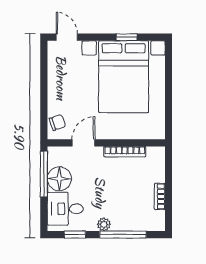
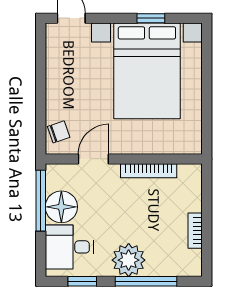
plant: (104, 224) -> (129, 260), width x1.88, depth x1.88

